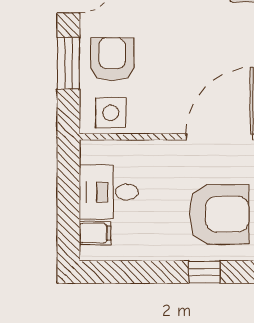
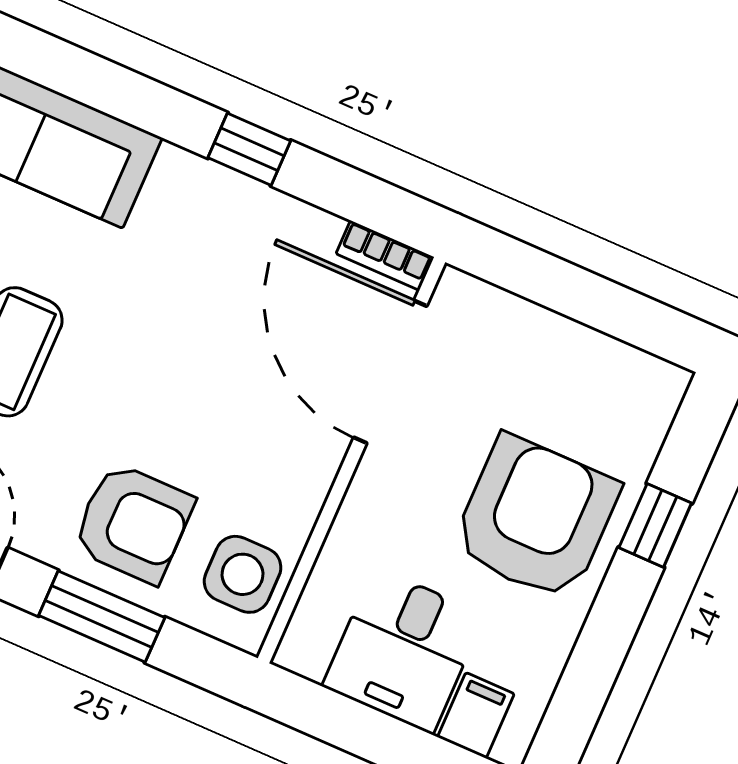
armchair: (112, 59) -> (133, 523), turned 180
armchair: (219, 214) -> (536, 518), moved

